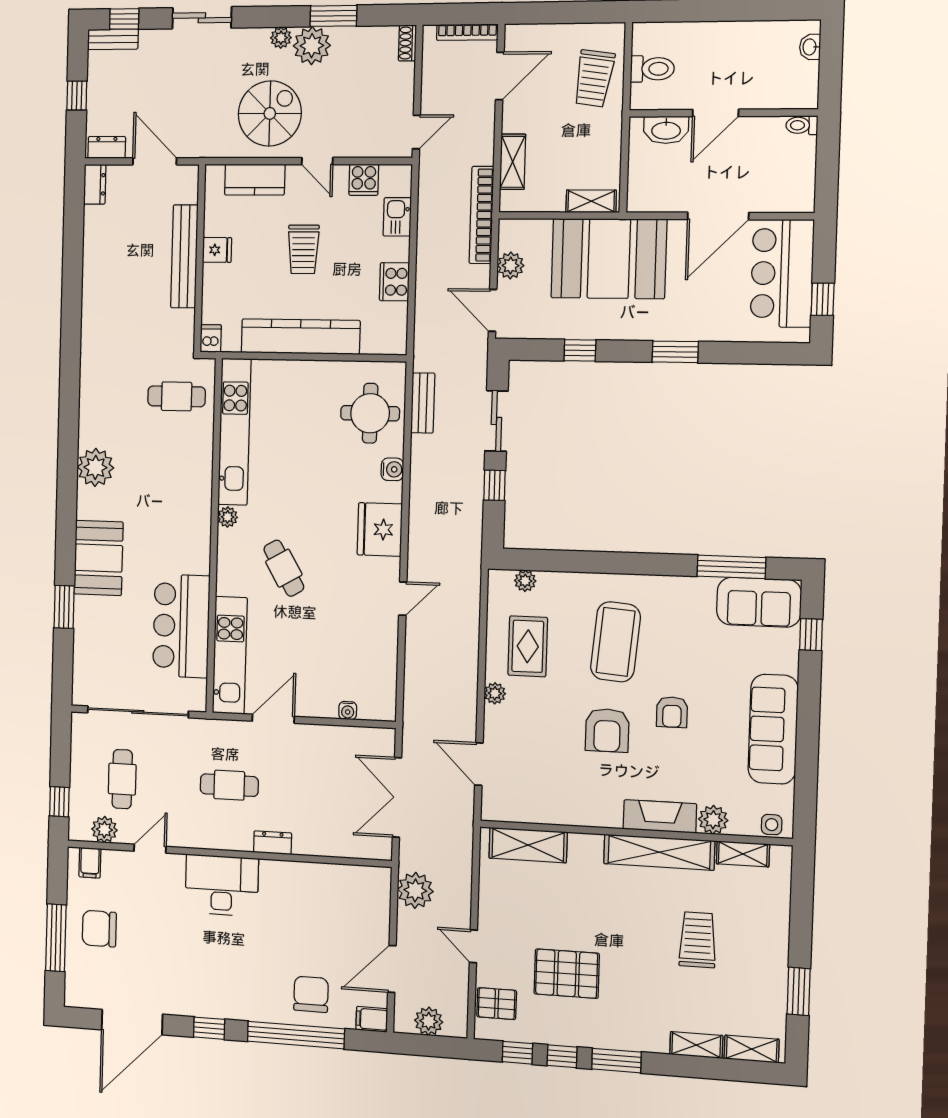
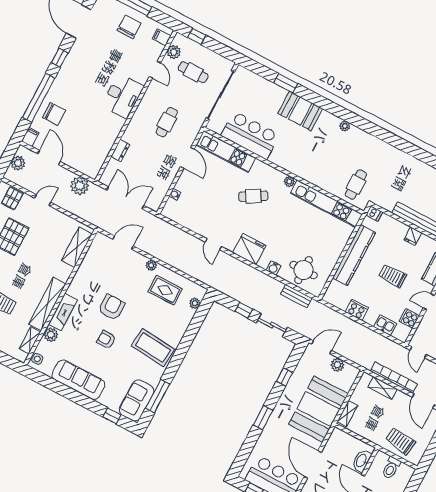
bookcase: (481, 215) -> (394, 378), moved
plant: (95, 467) -> (345, 126), width x0.53, depth x0.53
coffee table: (616, 642) -> (153, 347), moved
armchair: (607, 730) -> (112, 307), turned 90
dresser: (273, 843) -> (120, 150), moved

